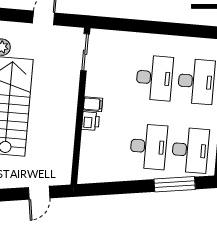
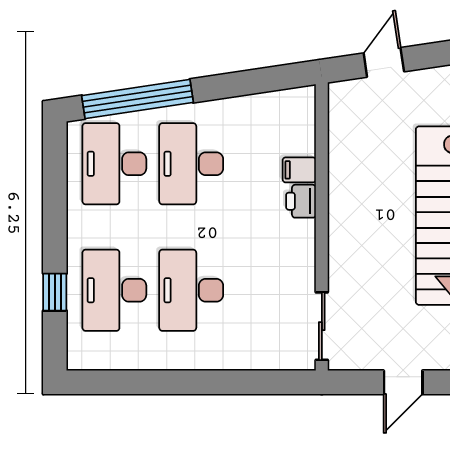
filing cabinet: (93, 104) -> (299, 170), moved
window: (175, 184) -> (137, 99), width x1.46

